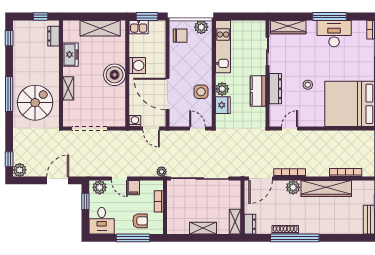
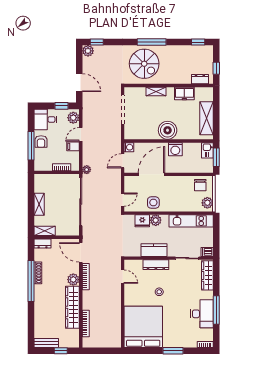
dishwasher: (260, 27) -> (207, 252), added
armchair: (140, 221) -> (41, 142), moved

